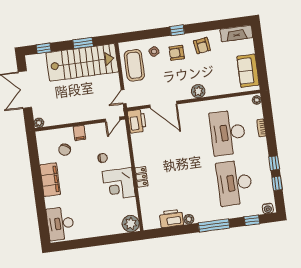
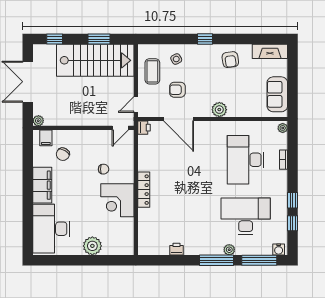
armchair: (177, 53) -> (177, 90), moved
coffee table: (134, 65) -> (152, 71), width x0.73, depth x0.76
printer: (137, 121) -> (144, 128), width x0.53, depth x0.68
filing cabinet: (79, 133) -> (46, 138), moved
locker: (142, 177) -> (144, 190), width x1.53
desk: (234, 183) -> (246, 216), turned 90
printer: (172, 218) -> (177, 249), width x0.53, depth x0.68
plant: (189, 219) -> (229, 250), moved
window: (252, 220) -> (259, 260), width x2.17
desk: (60, 224) -> (51, 229), width x1.36, depth x1.30
plant: (131, 224) -> (92, 246), moved

